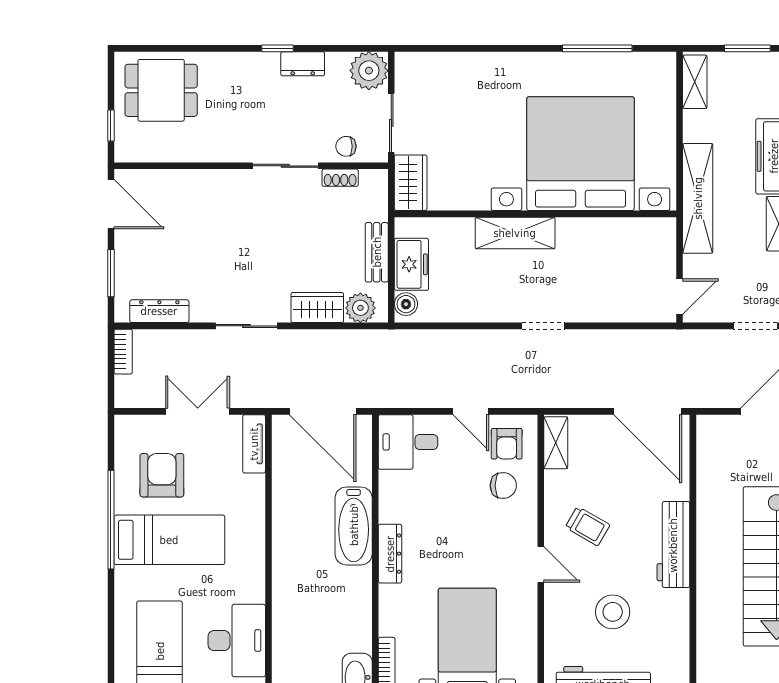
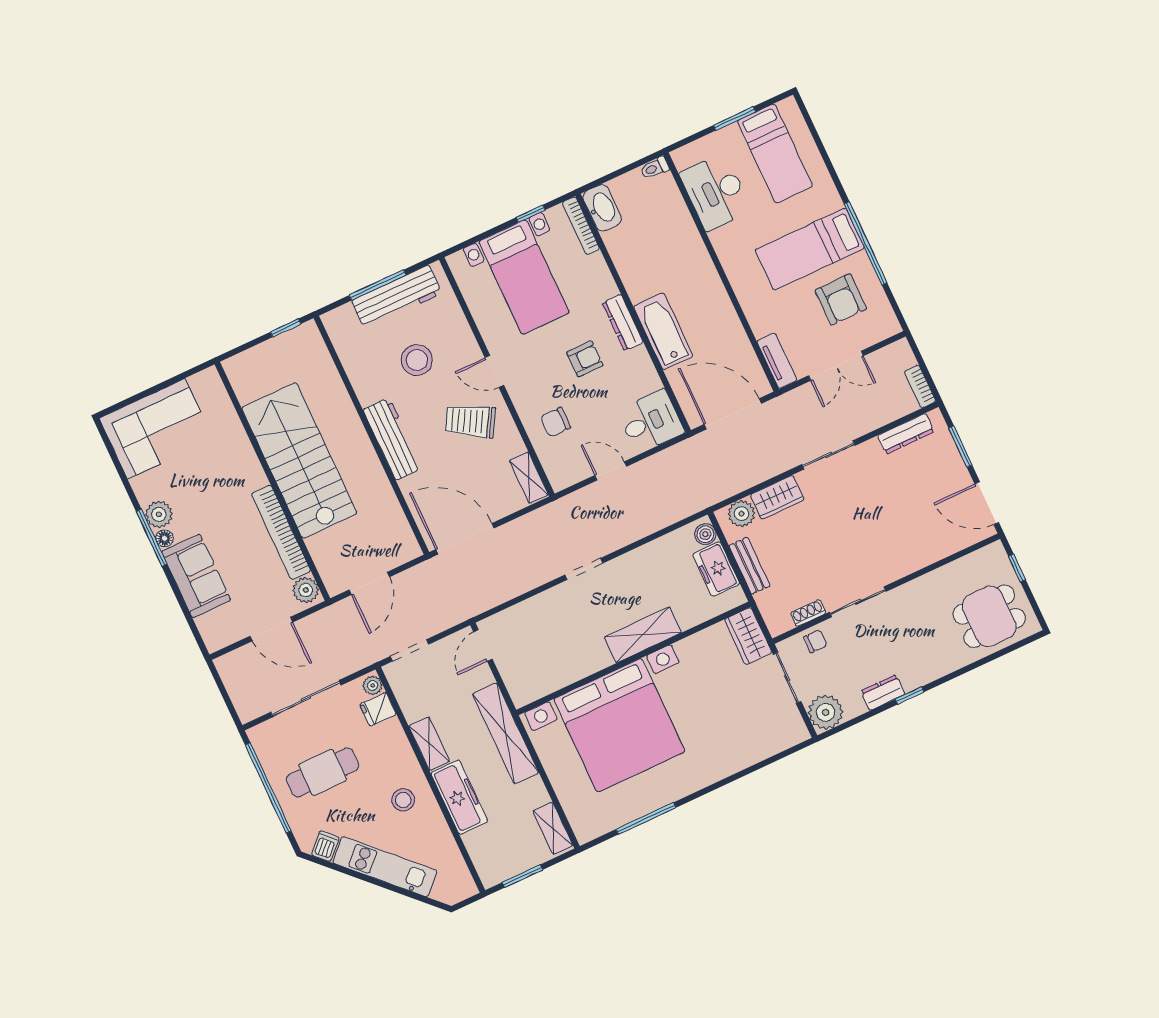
armchair: (507, 444) -> (585, 359), moved, turned 90
trolley: (588, 526) -> (470, 421), width x1.36, depth x1.39

